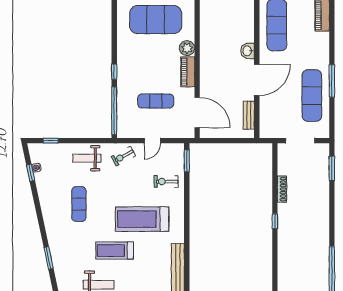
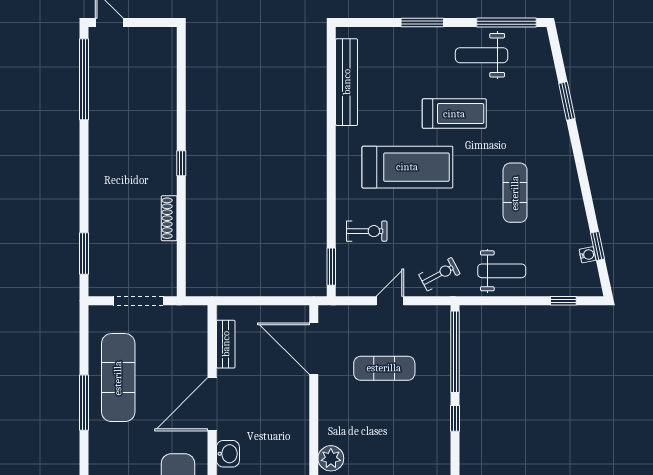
piano: (188, 72) -> (330, 418), removed

